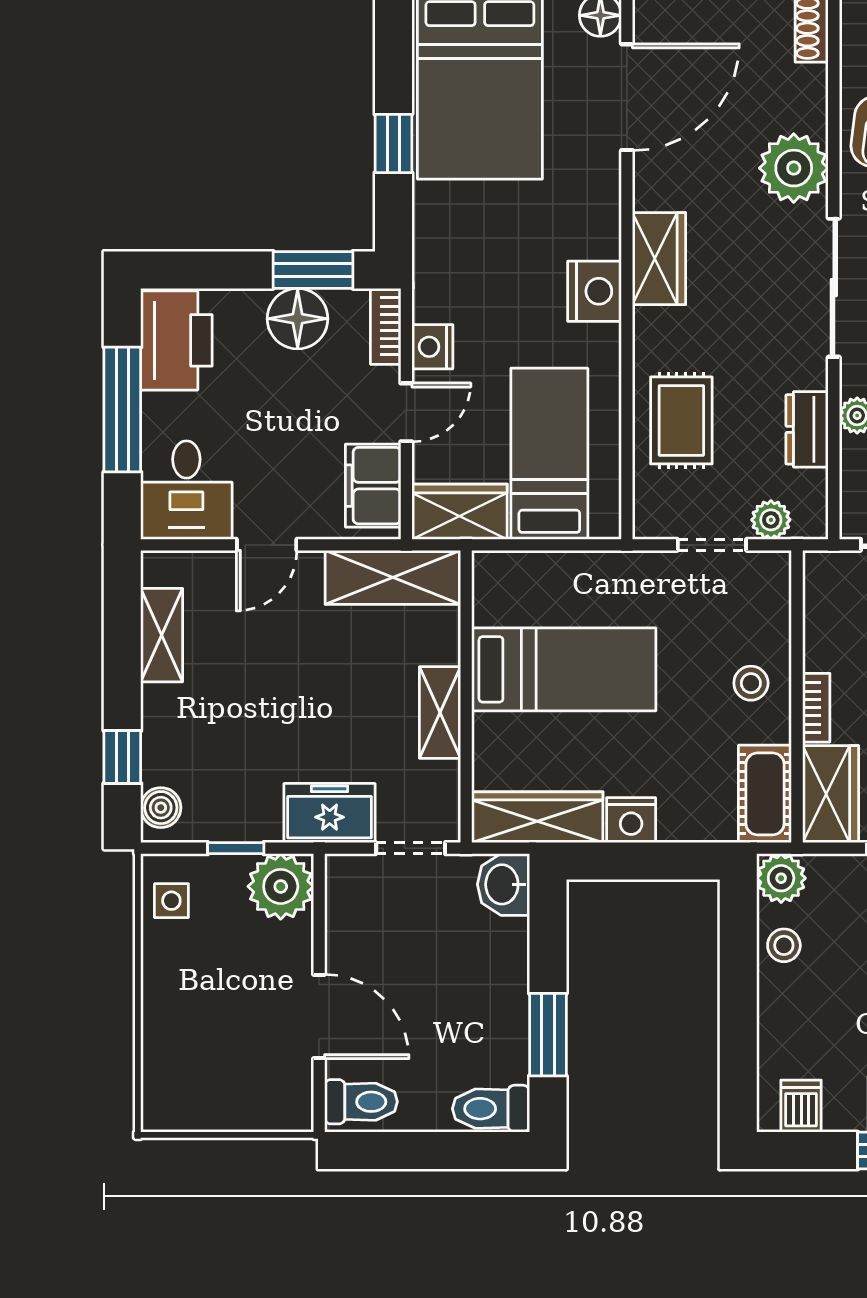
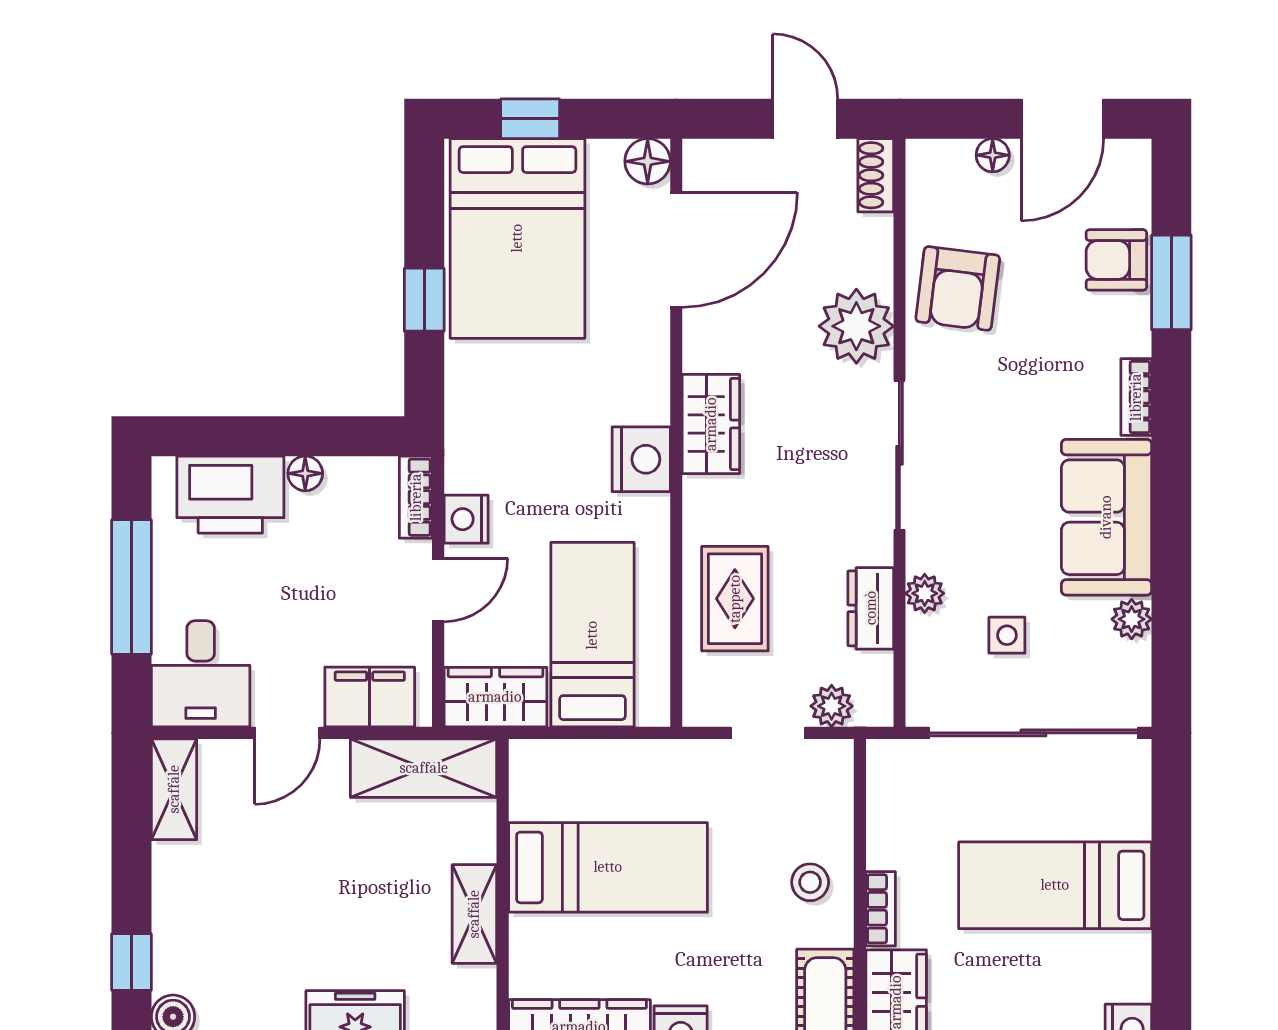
window: (313, 270) -> (337, 436), removed
floor lamp: (298, 319) -> (305, 473), width x0.53, depth x0.53
printer: (176, 340) -> (230, 495), moved, turned 90
filing cabinet: (373, 486) -> (370, 697), moved, turned 90
shelving: (162, 635) -> (174, 789), moved

